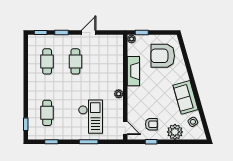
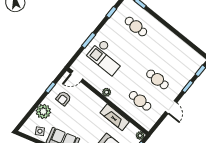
cafe table: (47, 61) -> (140, 101), moved

